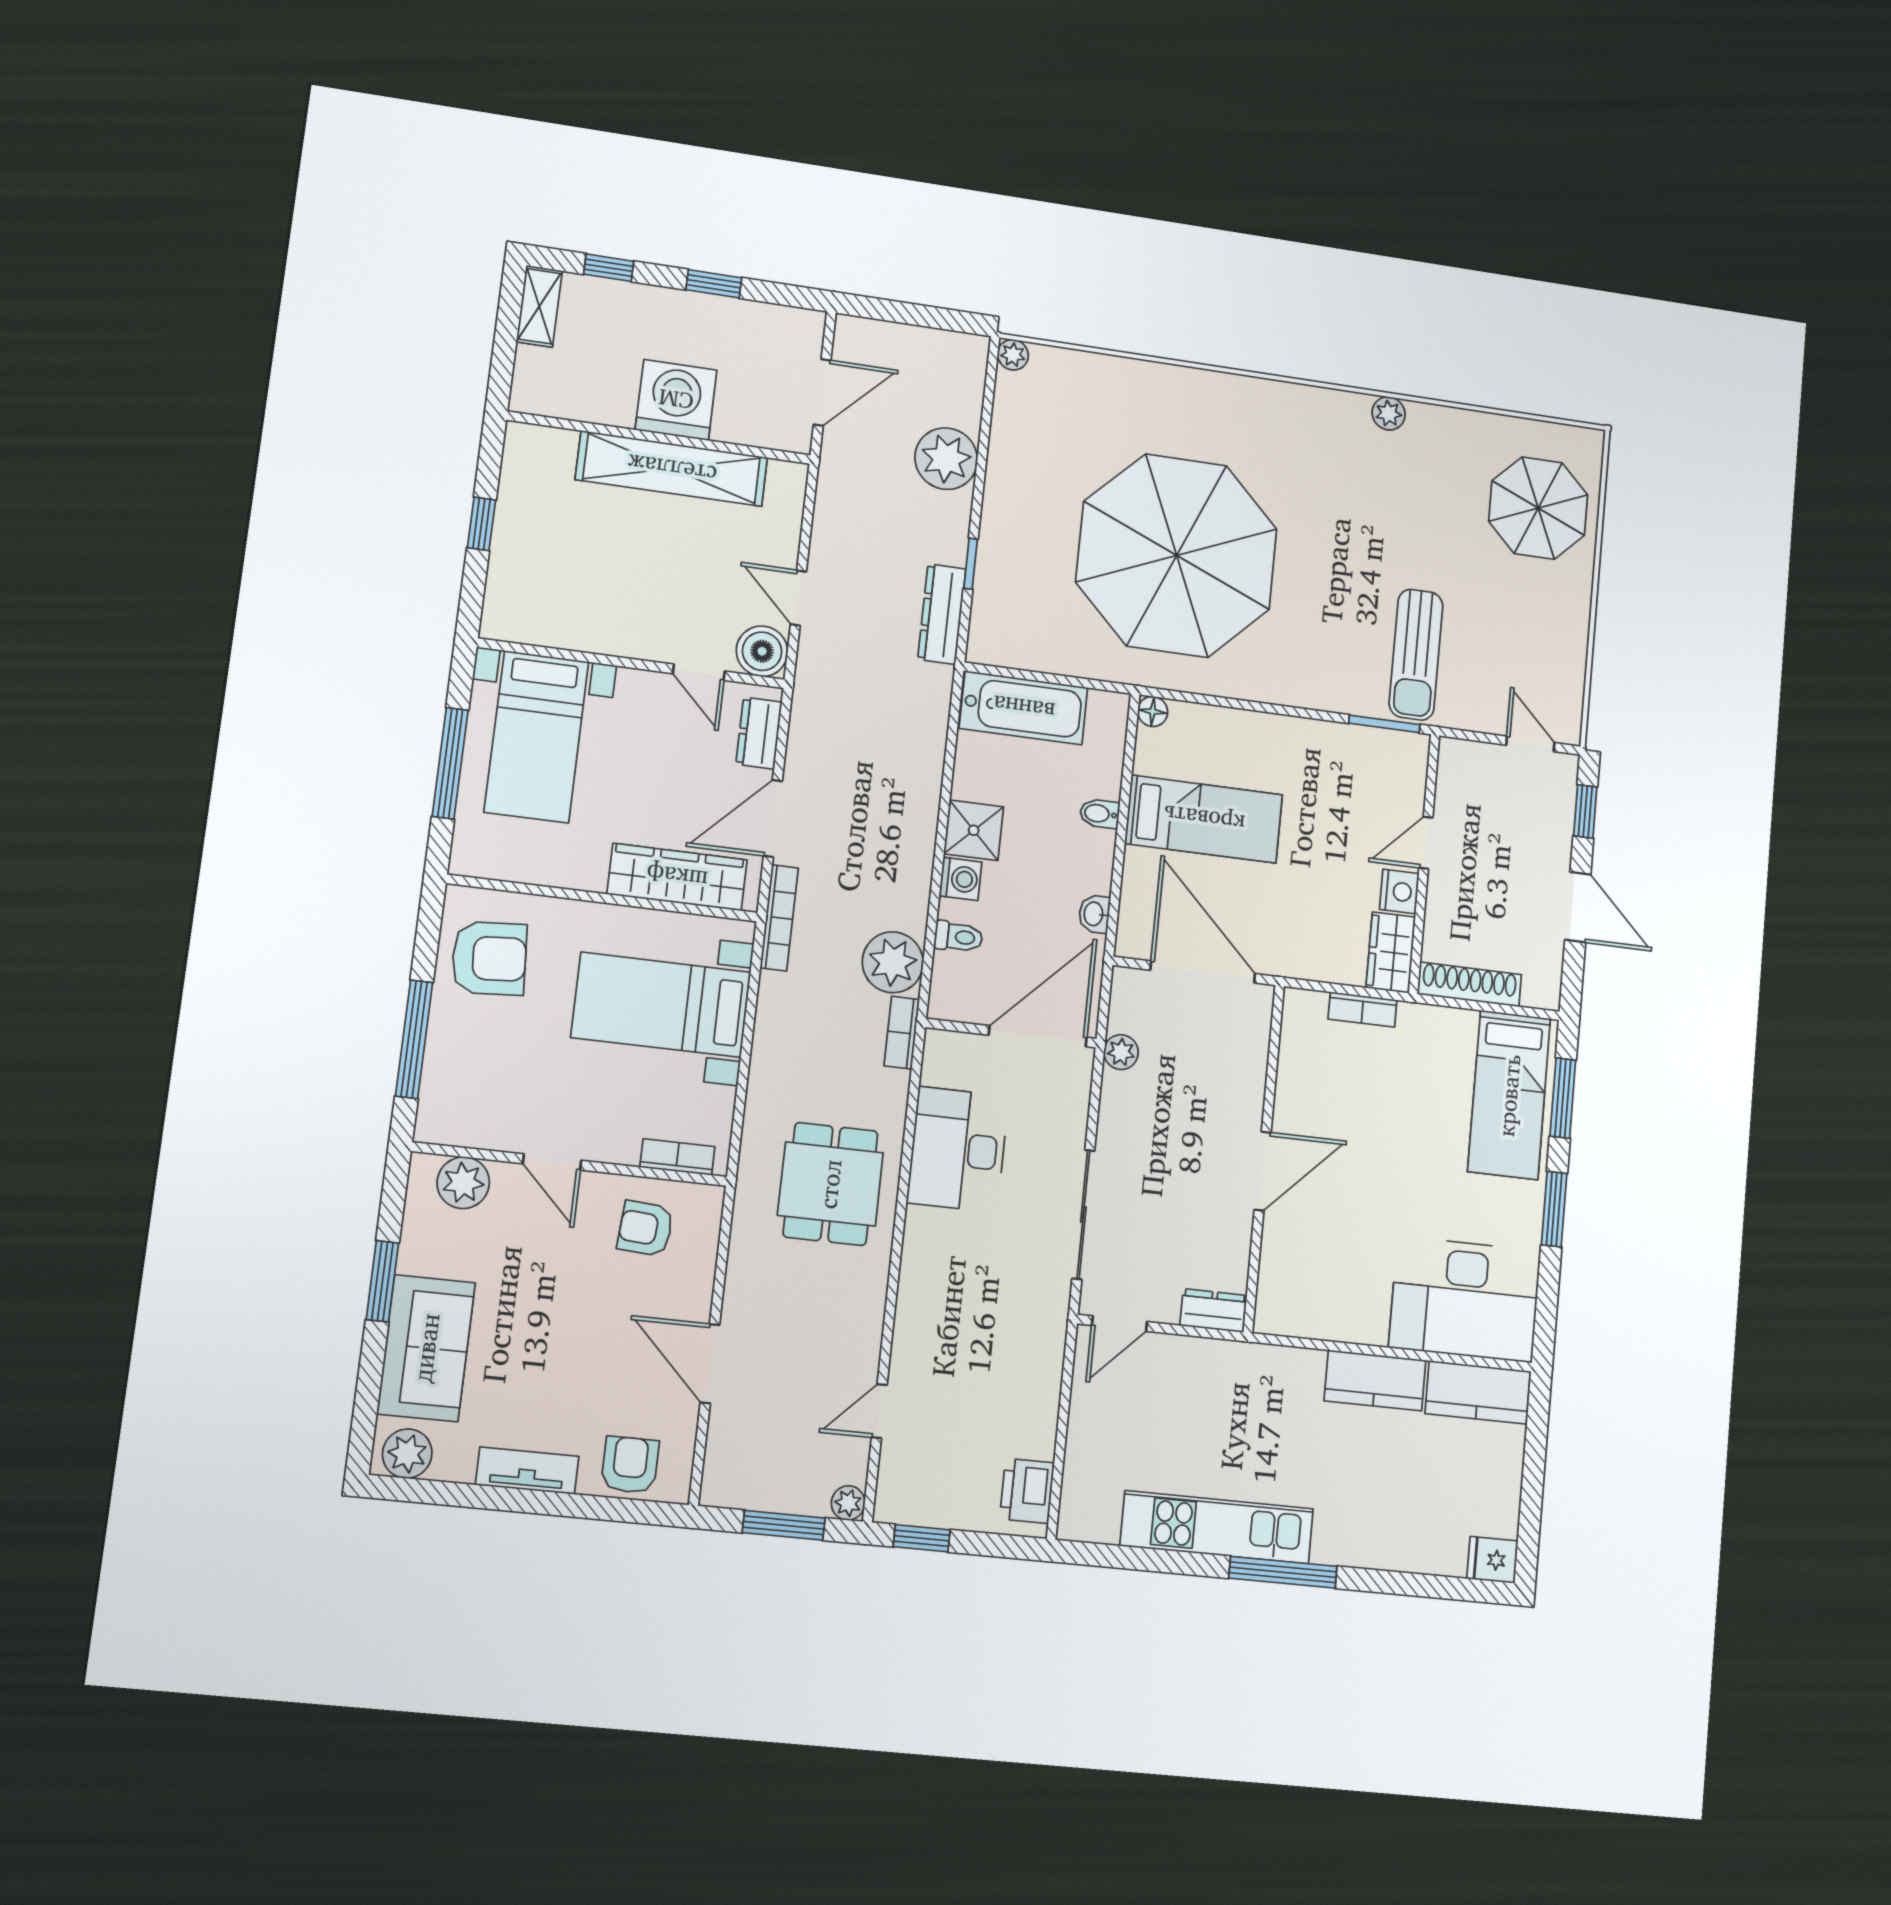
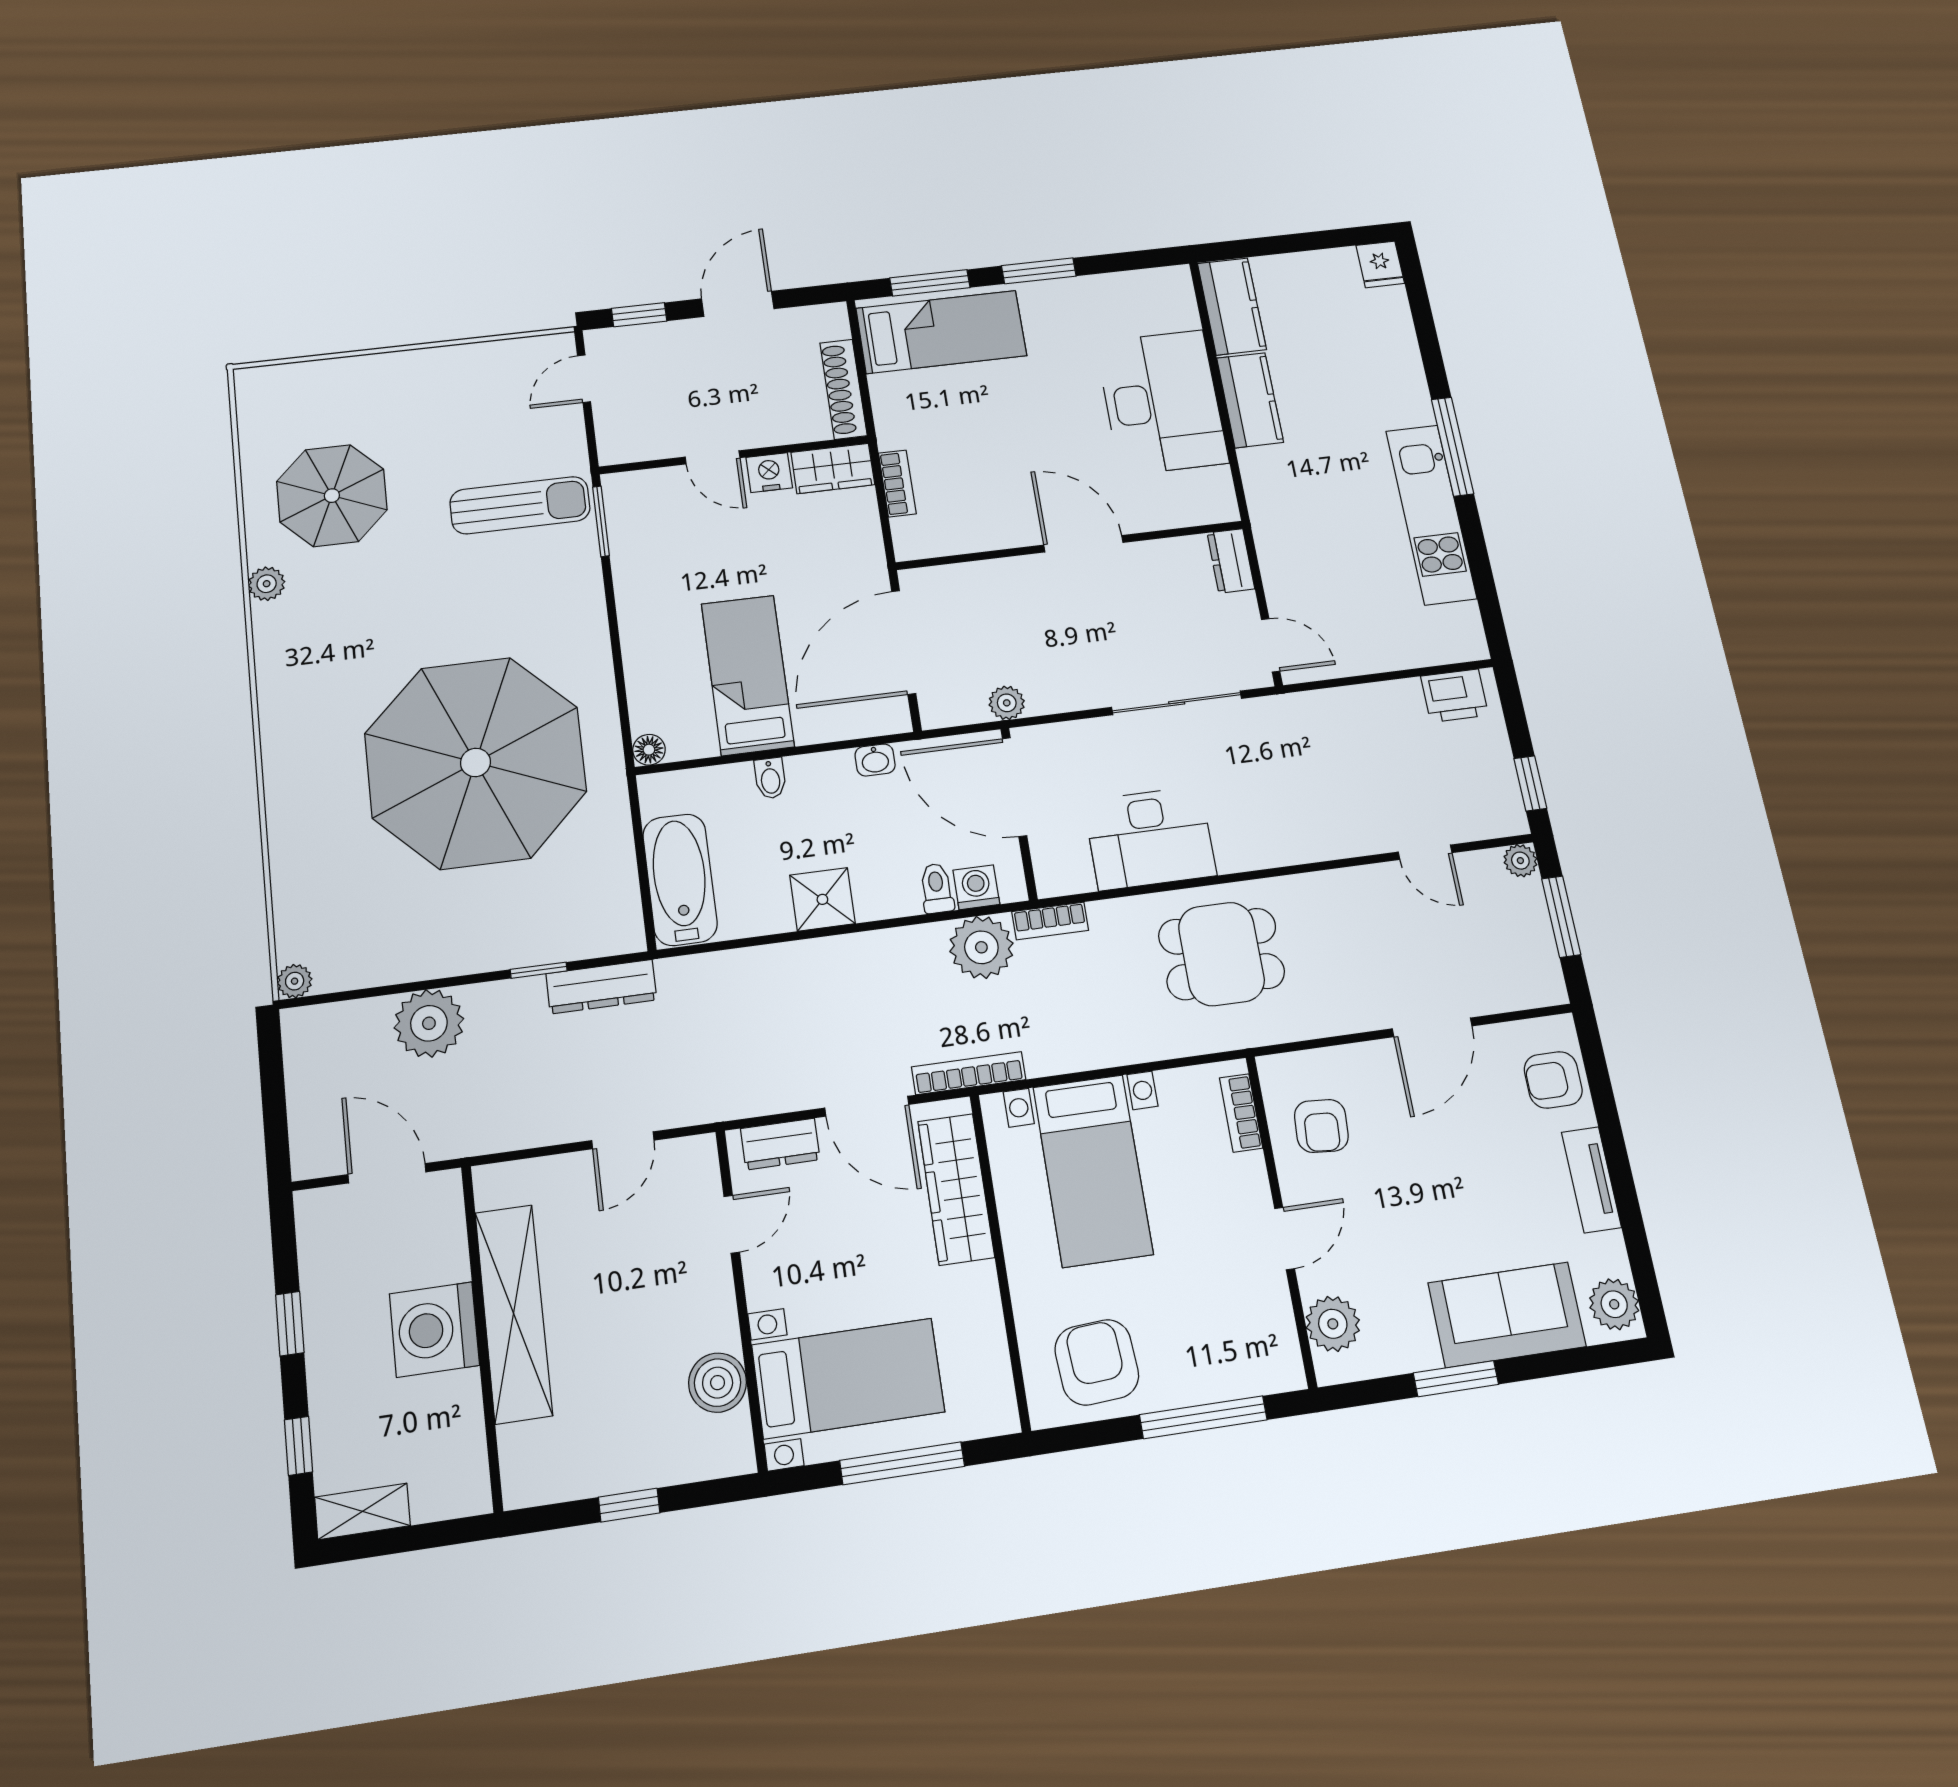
parasol: (1538, 508) -> (332, 496), moved
boiler: (762, 651) -> (718, 1383), moved
washing machine: (961, 879) -> (976, 887), moved
desk: (1465, 1299) -> (1162, 402), moved

